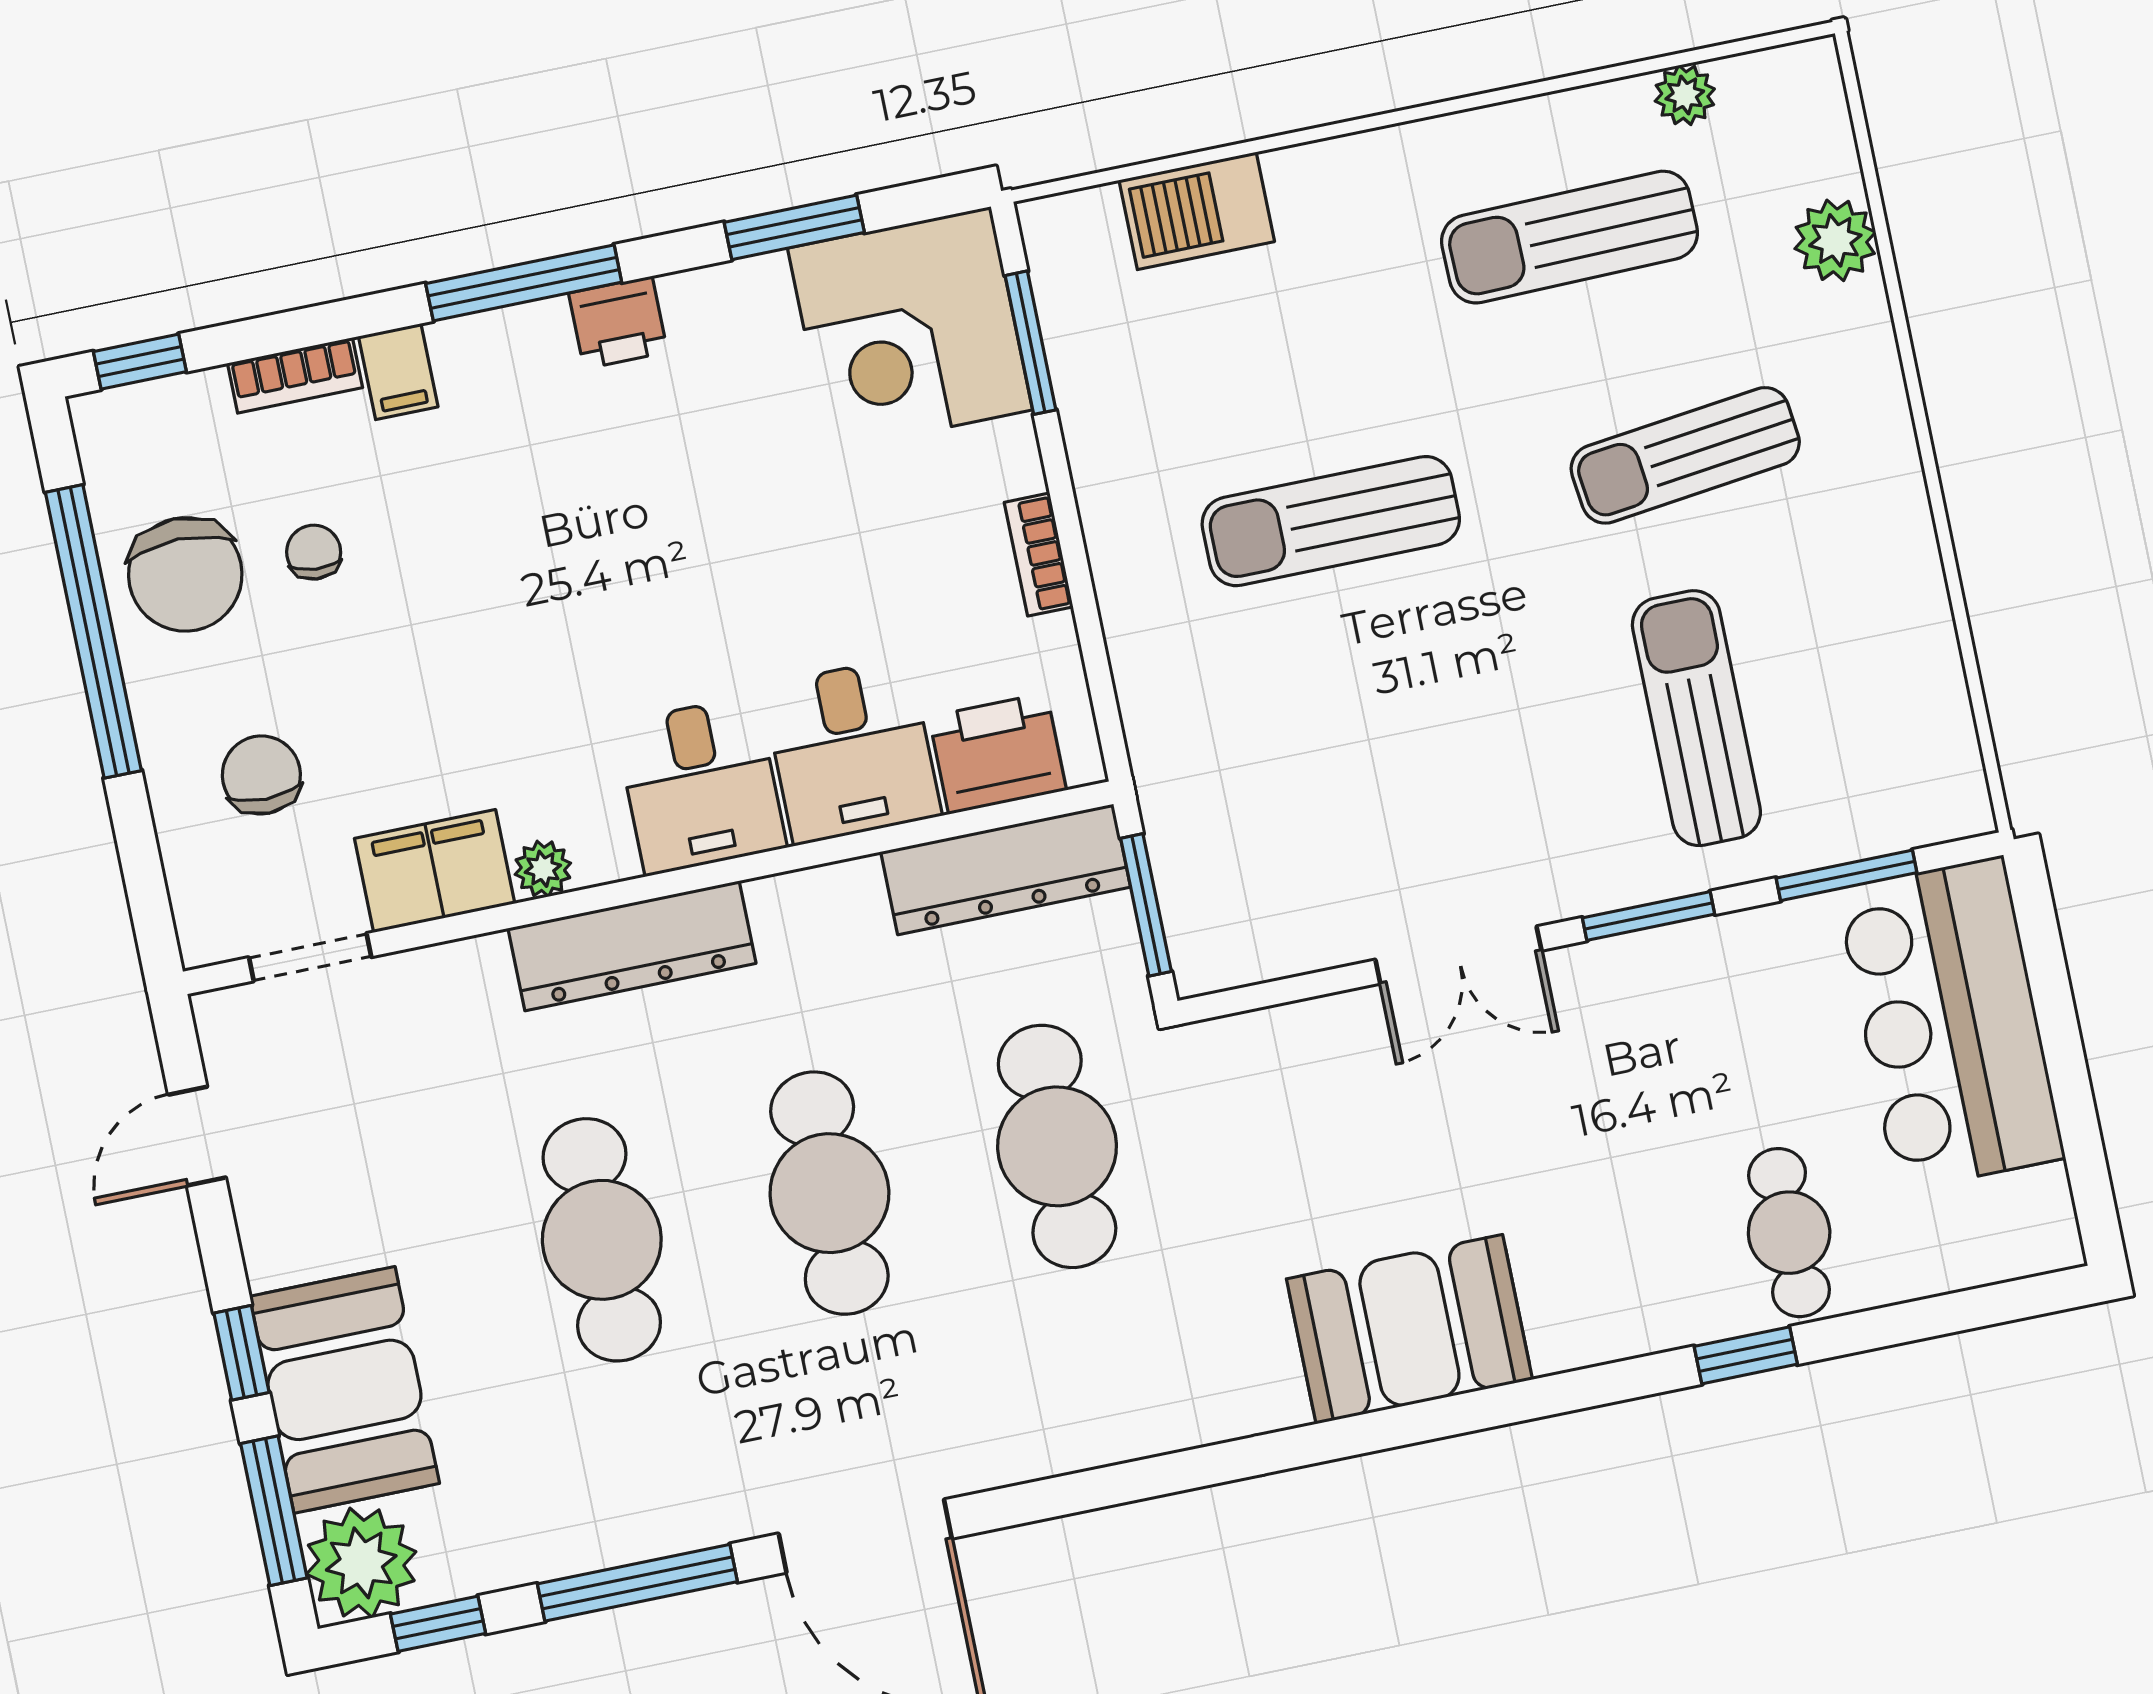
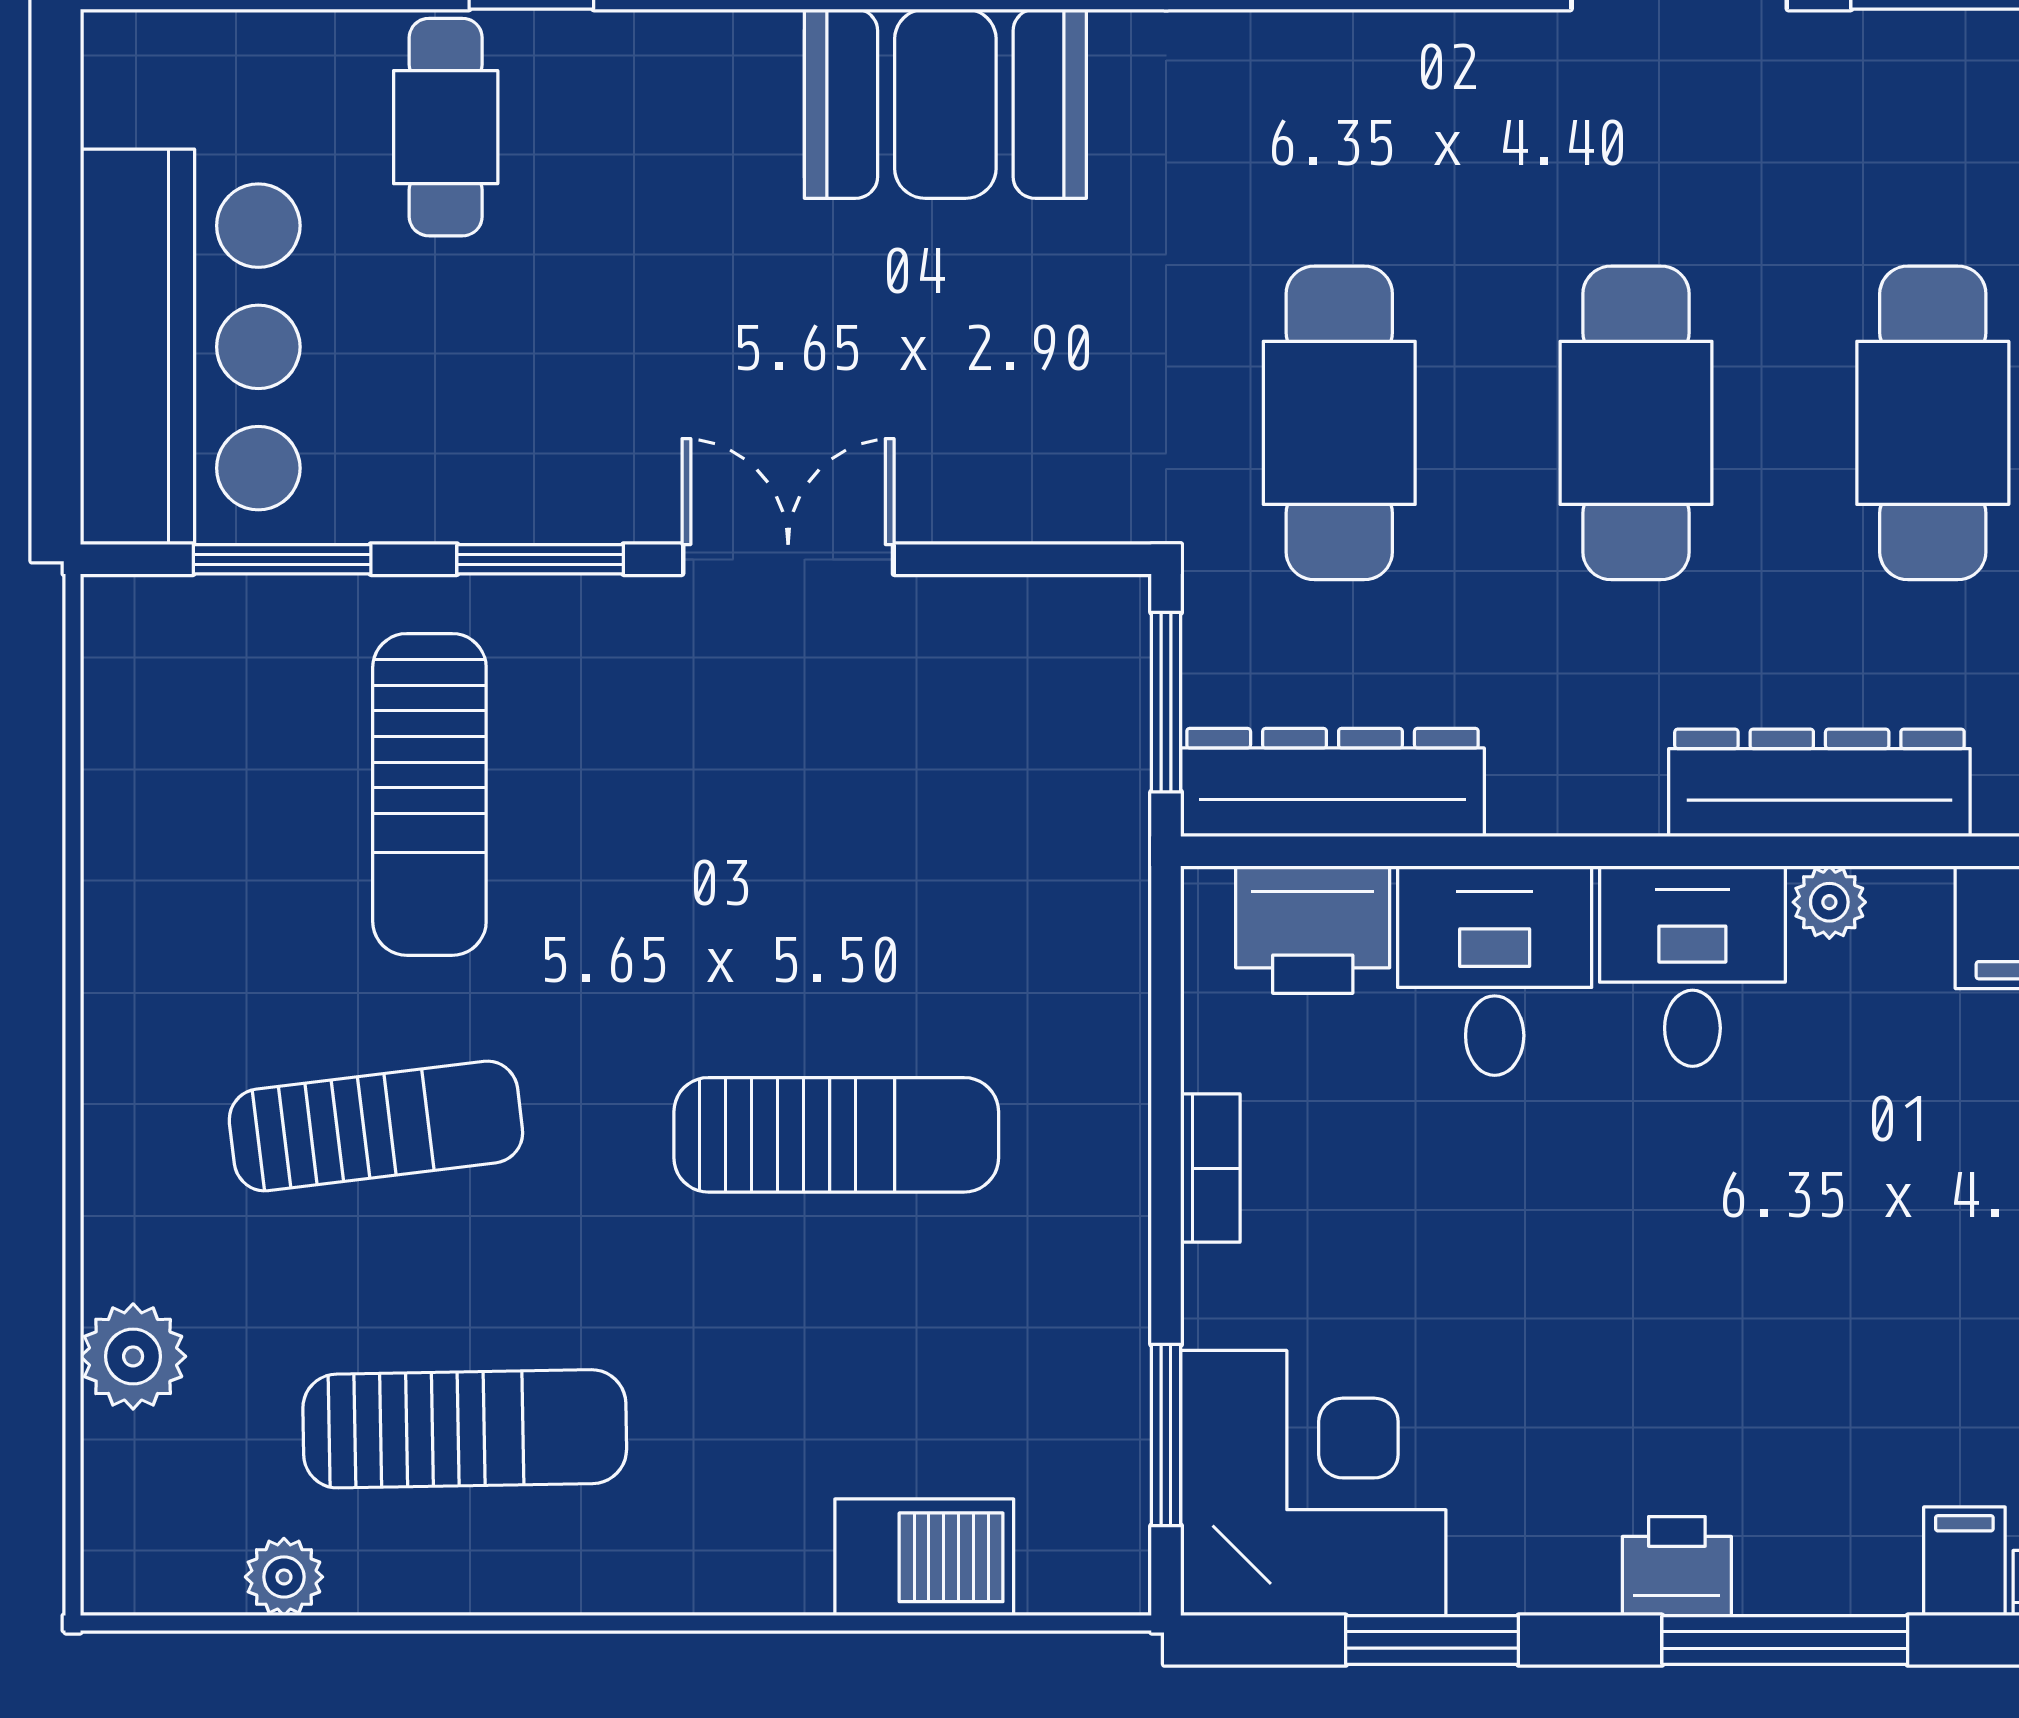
plant: (543, 869) -> (1829, 902), moved

